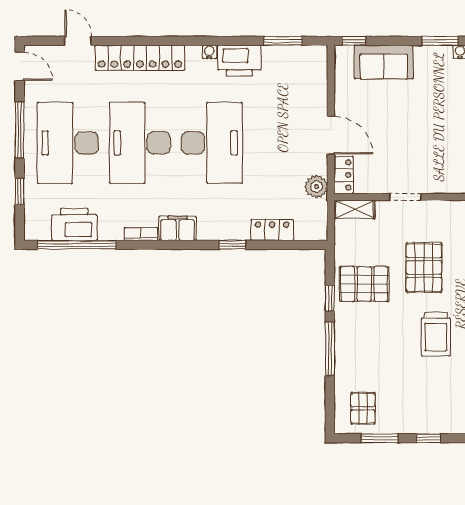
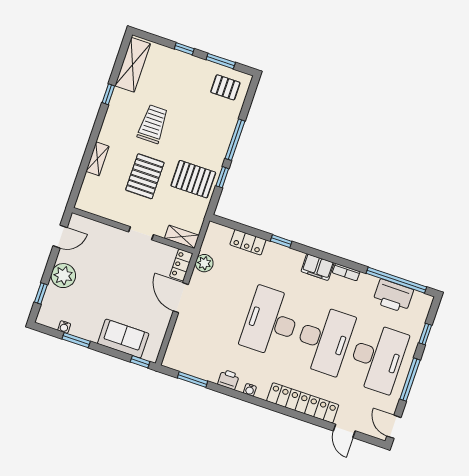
printer: (239, 61) -> (228, 380), width x0.53, depth x0.68
pallet: (363, 408) -> (225, 87), turned 90

